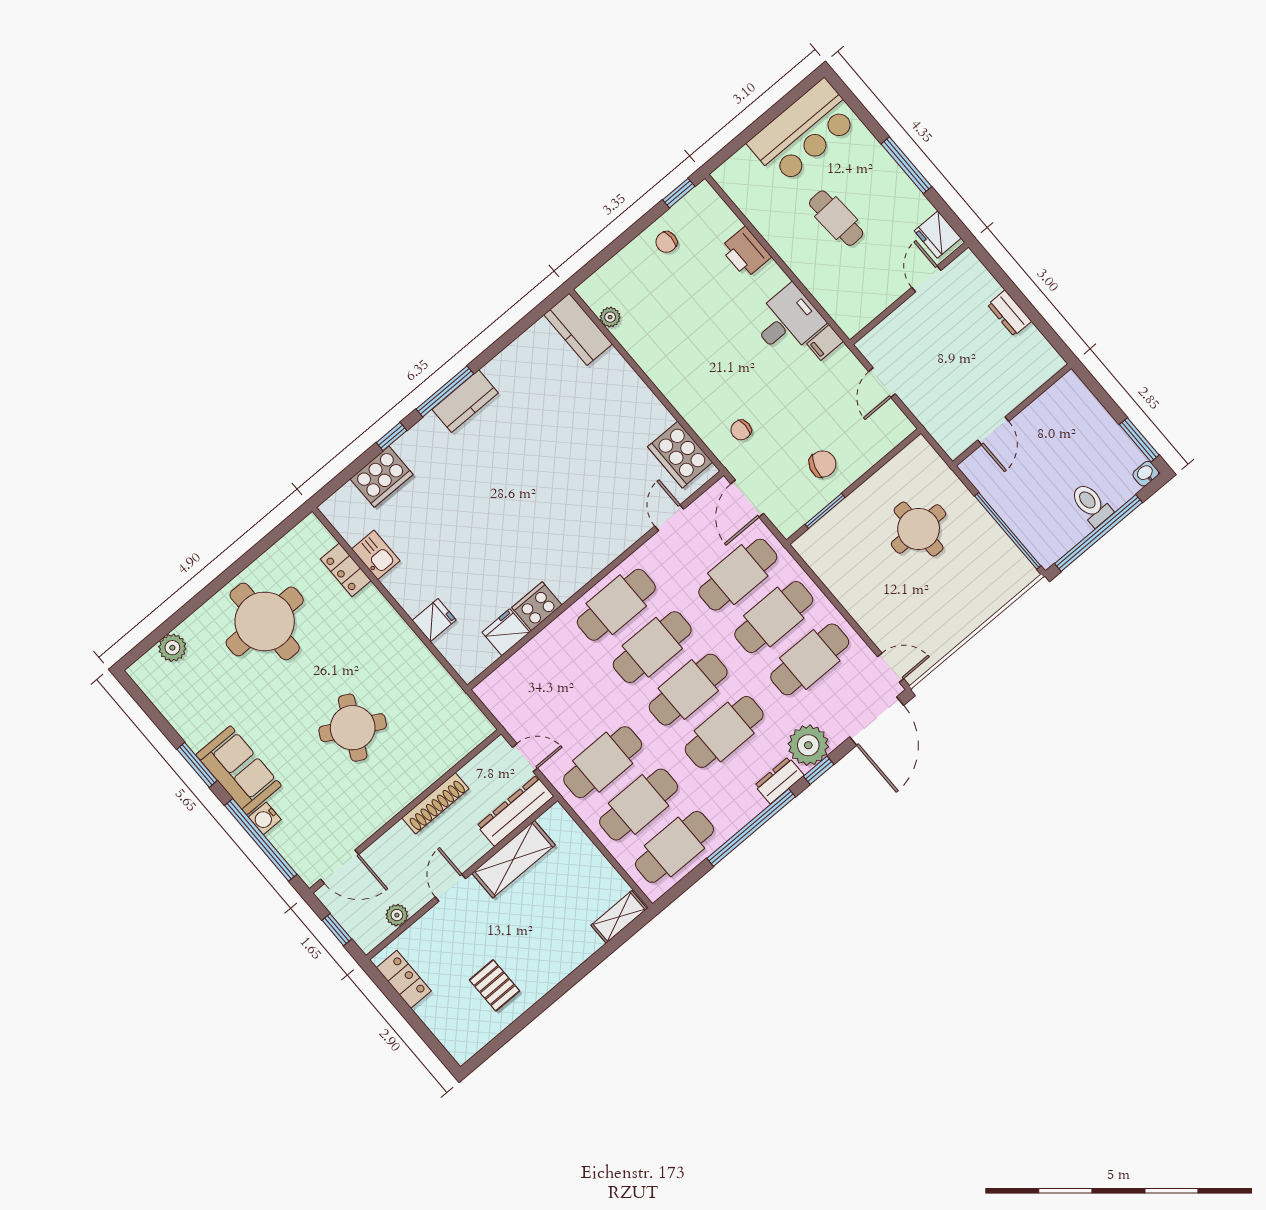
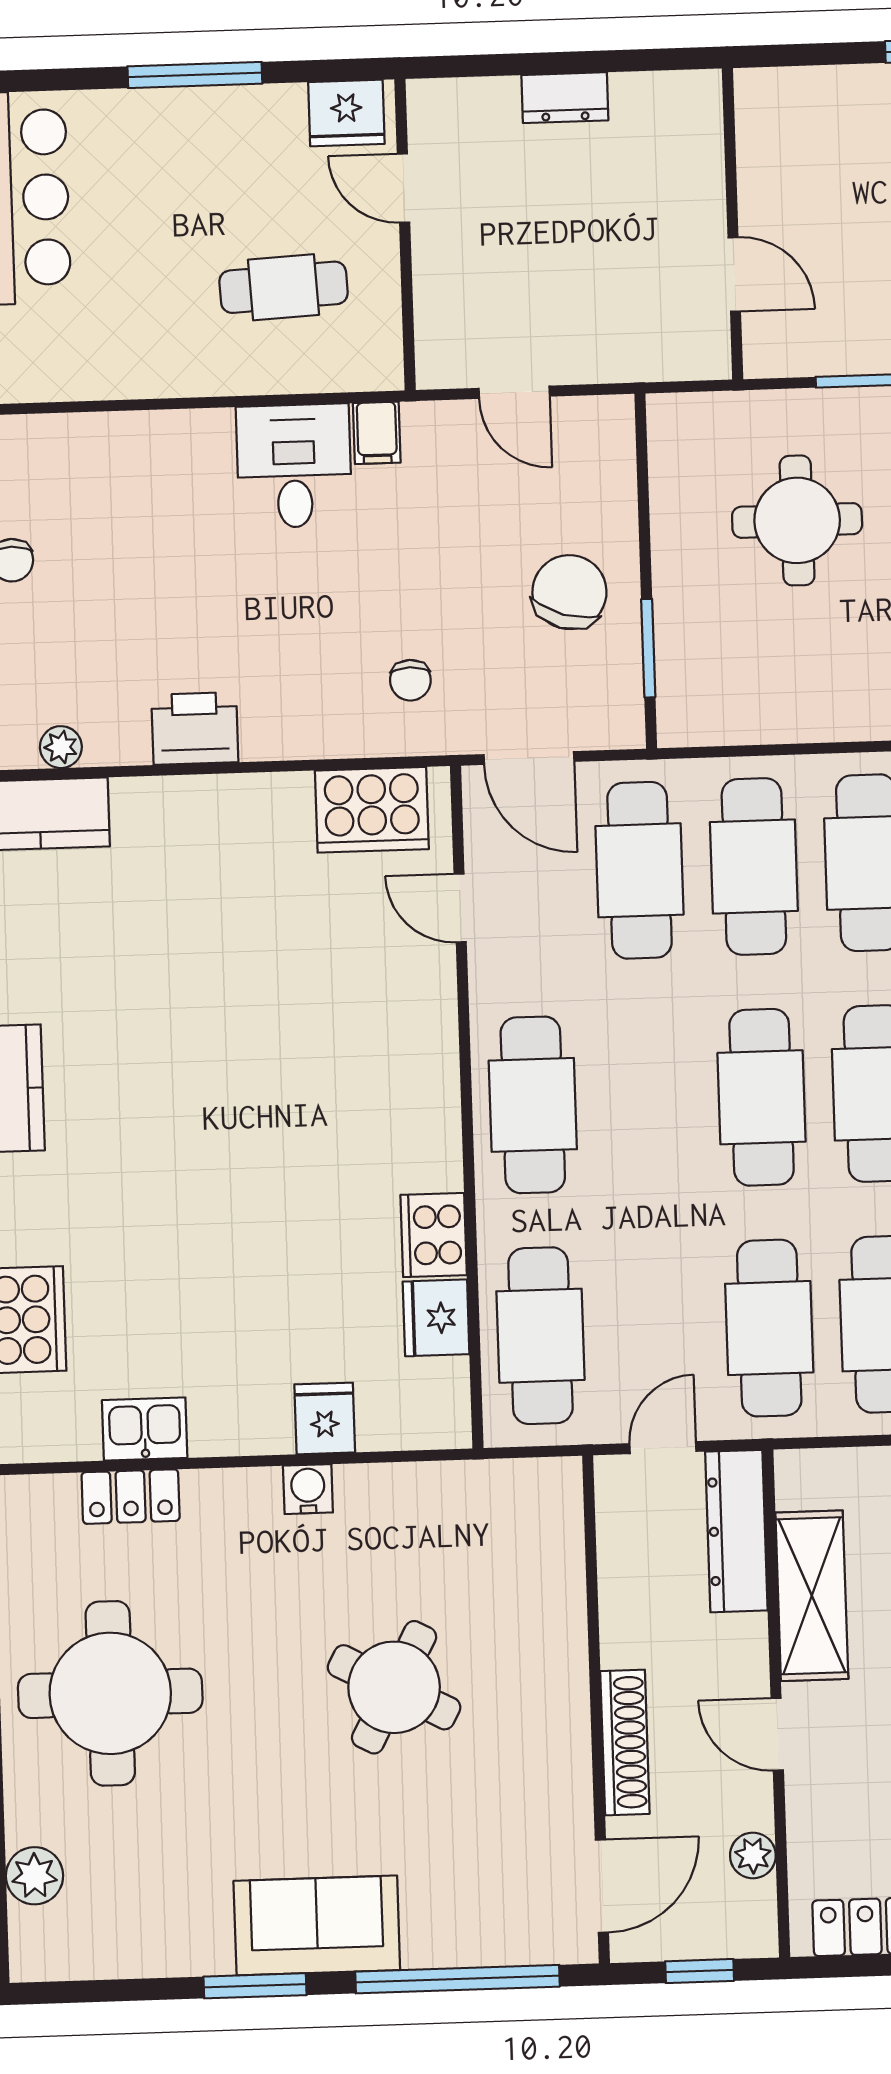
cafe table: (836, 218) -> (284, 287), moved
printer: (746, 252) -> (195, 728), moved, turned 180
chair: (823, 464) -> (569, 592), width x1.37, depth x1.37
cafe table: (652, 647) -> (540, 1336), moved
shoe rack: (435, 803) -> (625, 1742), moved
water cooler: (265, 818) -> (308, 1489), moved, turned 180

